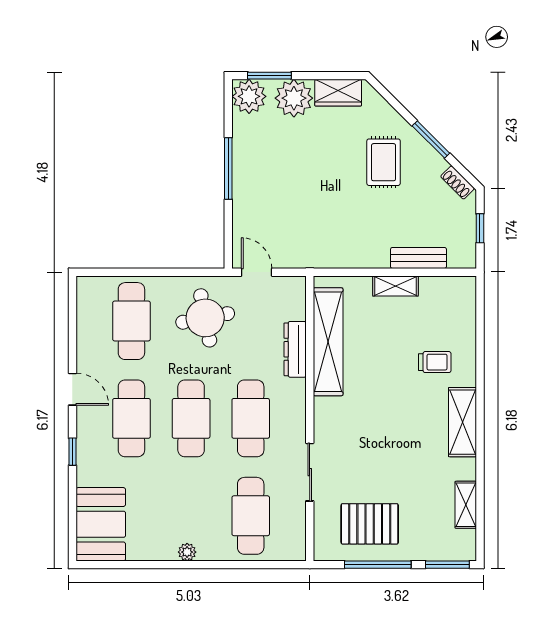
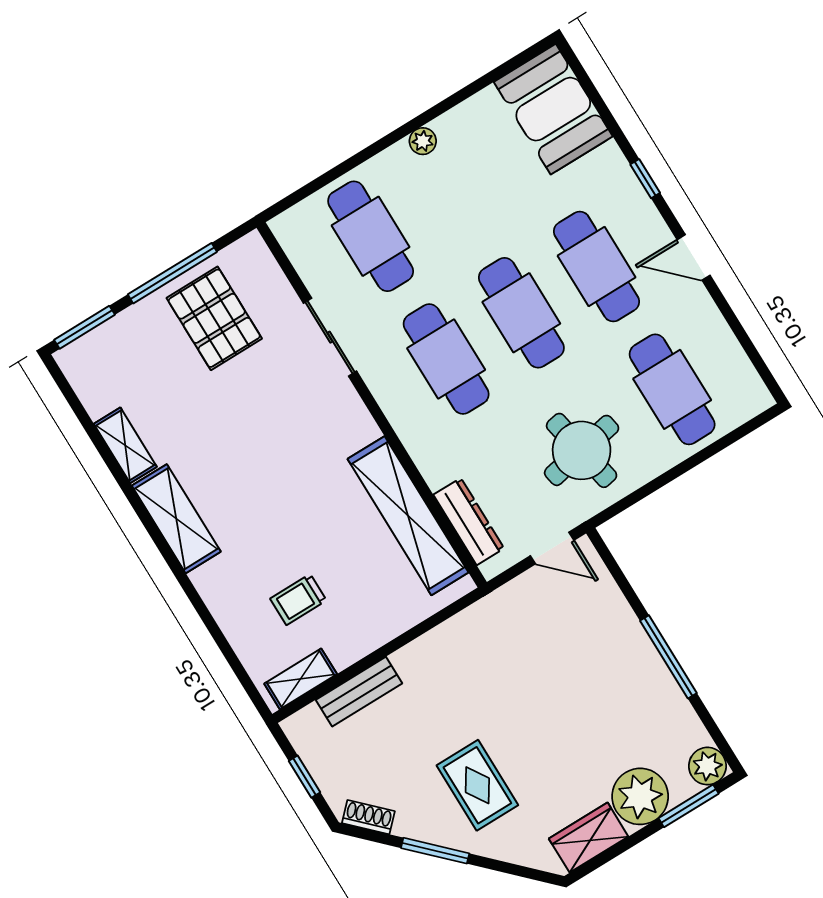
plant: (249, 96) -> (707, 766), width x0.73, depth x0.73
shelving: (395, 286) -> (301, 679), moved
dresser: (295, 349) -> (469, 522), moved
trolley: (435, 362) -> (298, 599), moved
shelving: (466, 505) -> (125, 445), moved
pallet: (370, 524) -> (214, 318), turned 90

